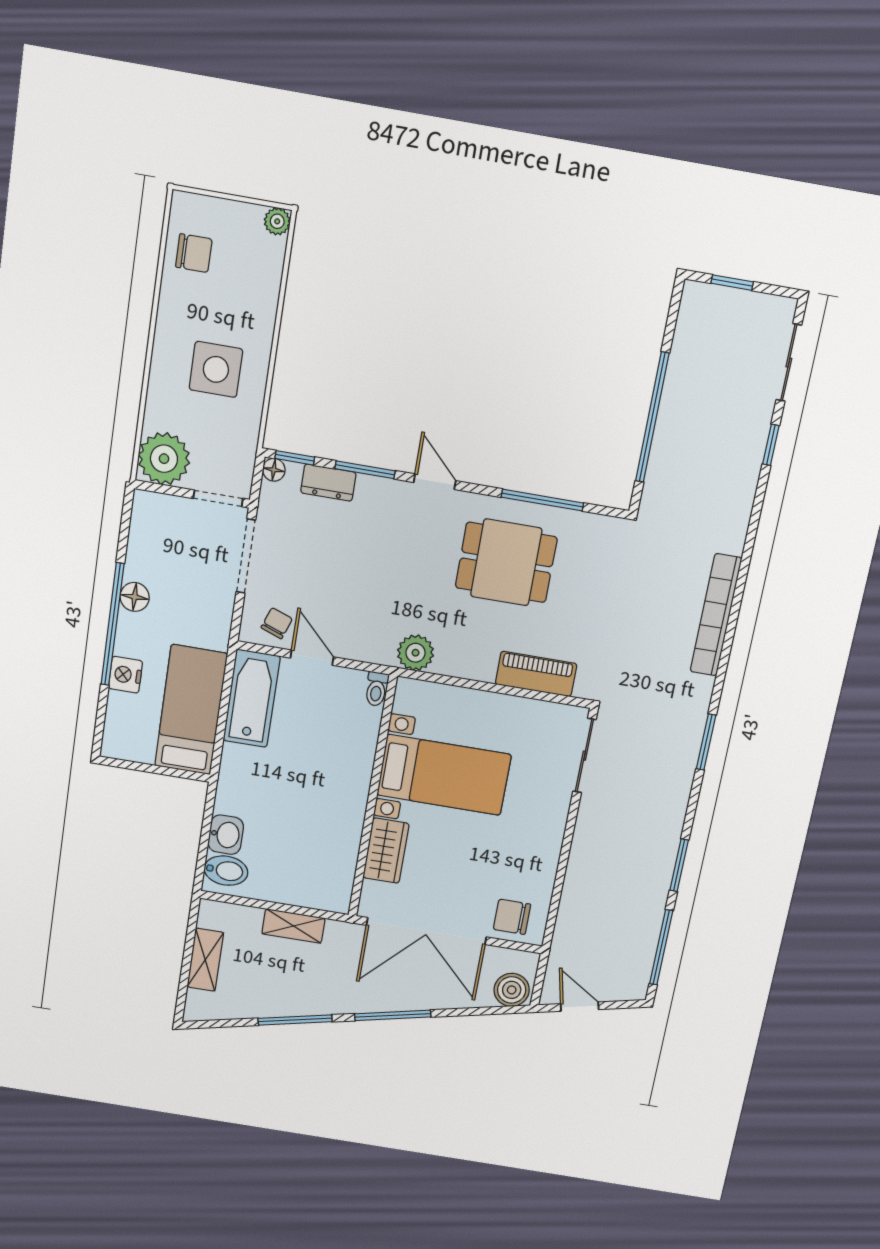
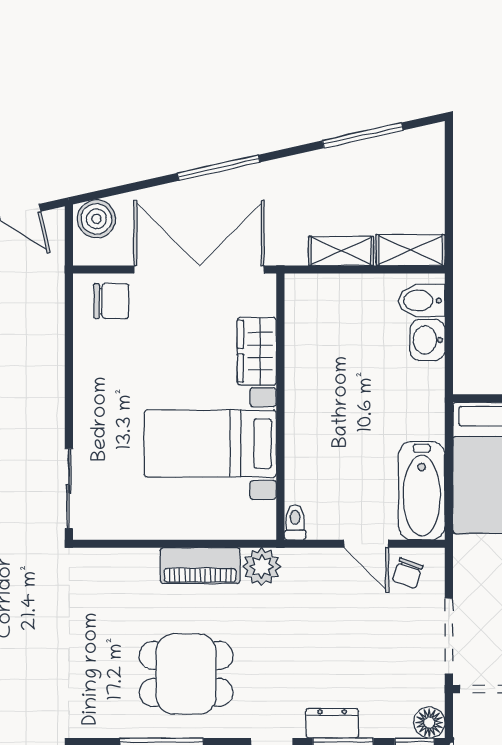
floor lamp: (274, 470) -> (429, 723), width x1.37, depth x1.37
dresser: (328, 483) -> (332, 723), moved
piano: (536, 674) -> (200, 566), moved
shelving: (205, 960) -> (411, 250), moved, turned 90
window: (295, 1020) -> (363, 135), moved

